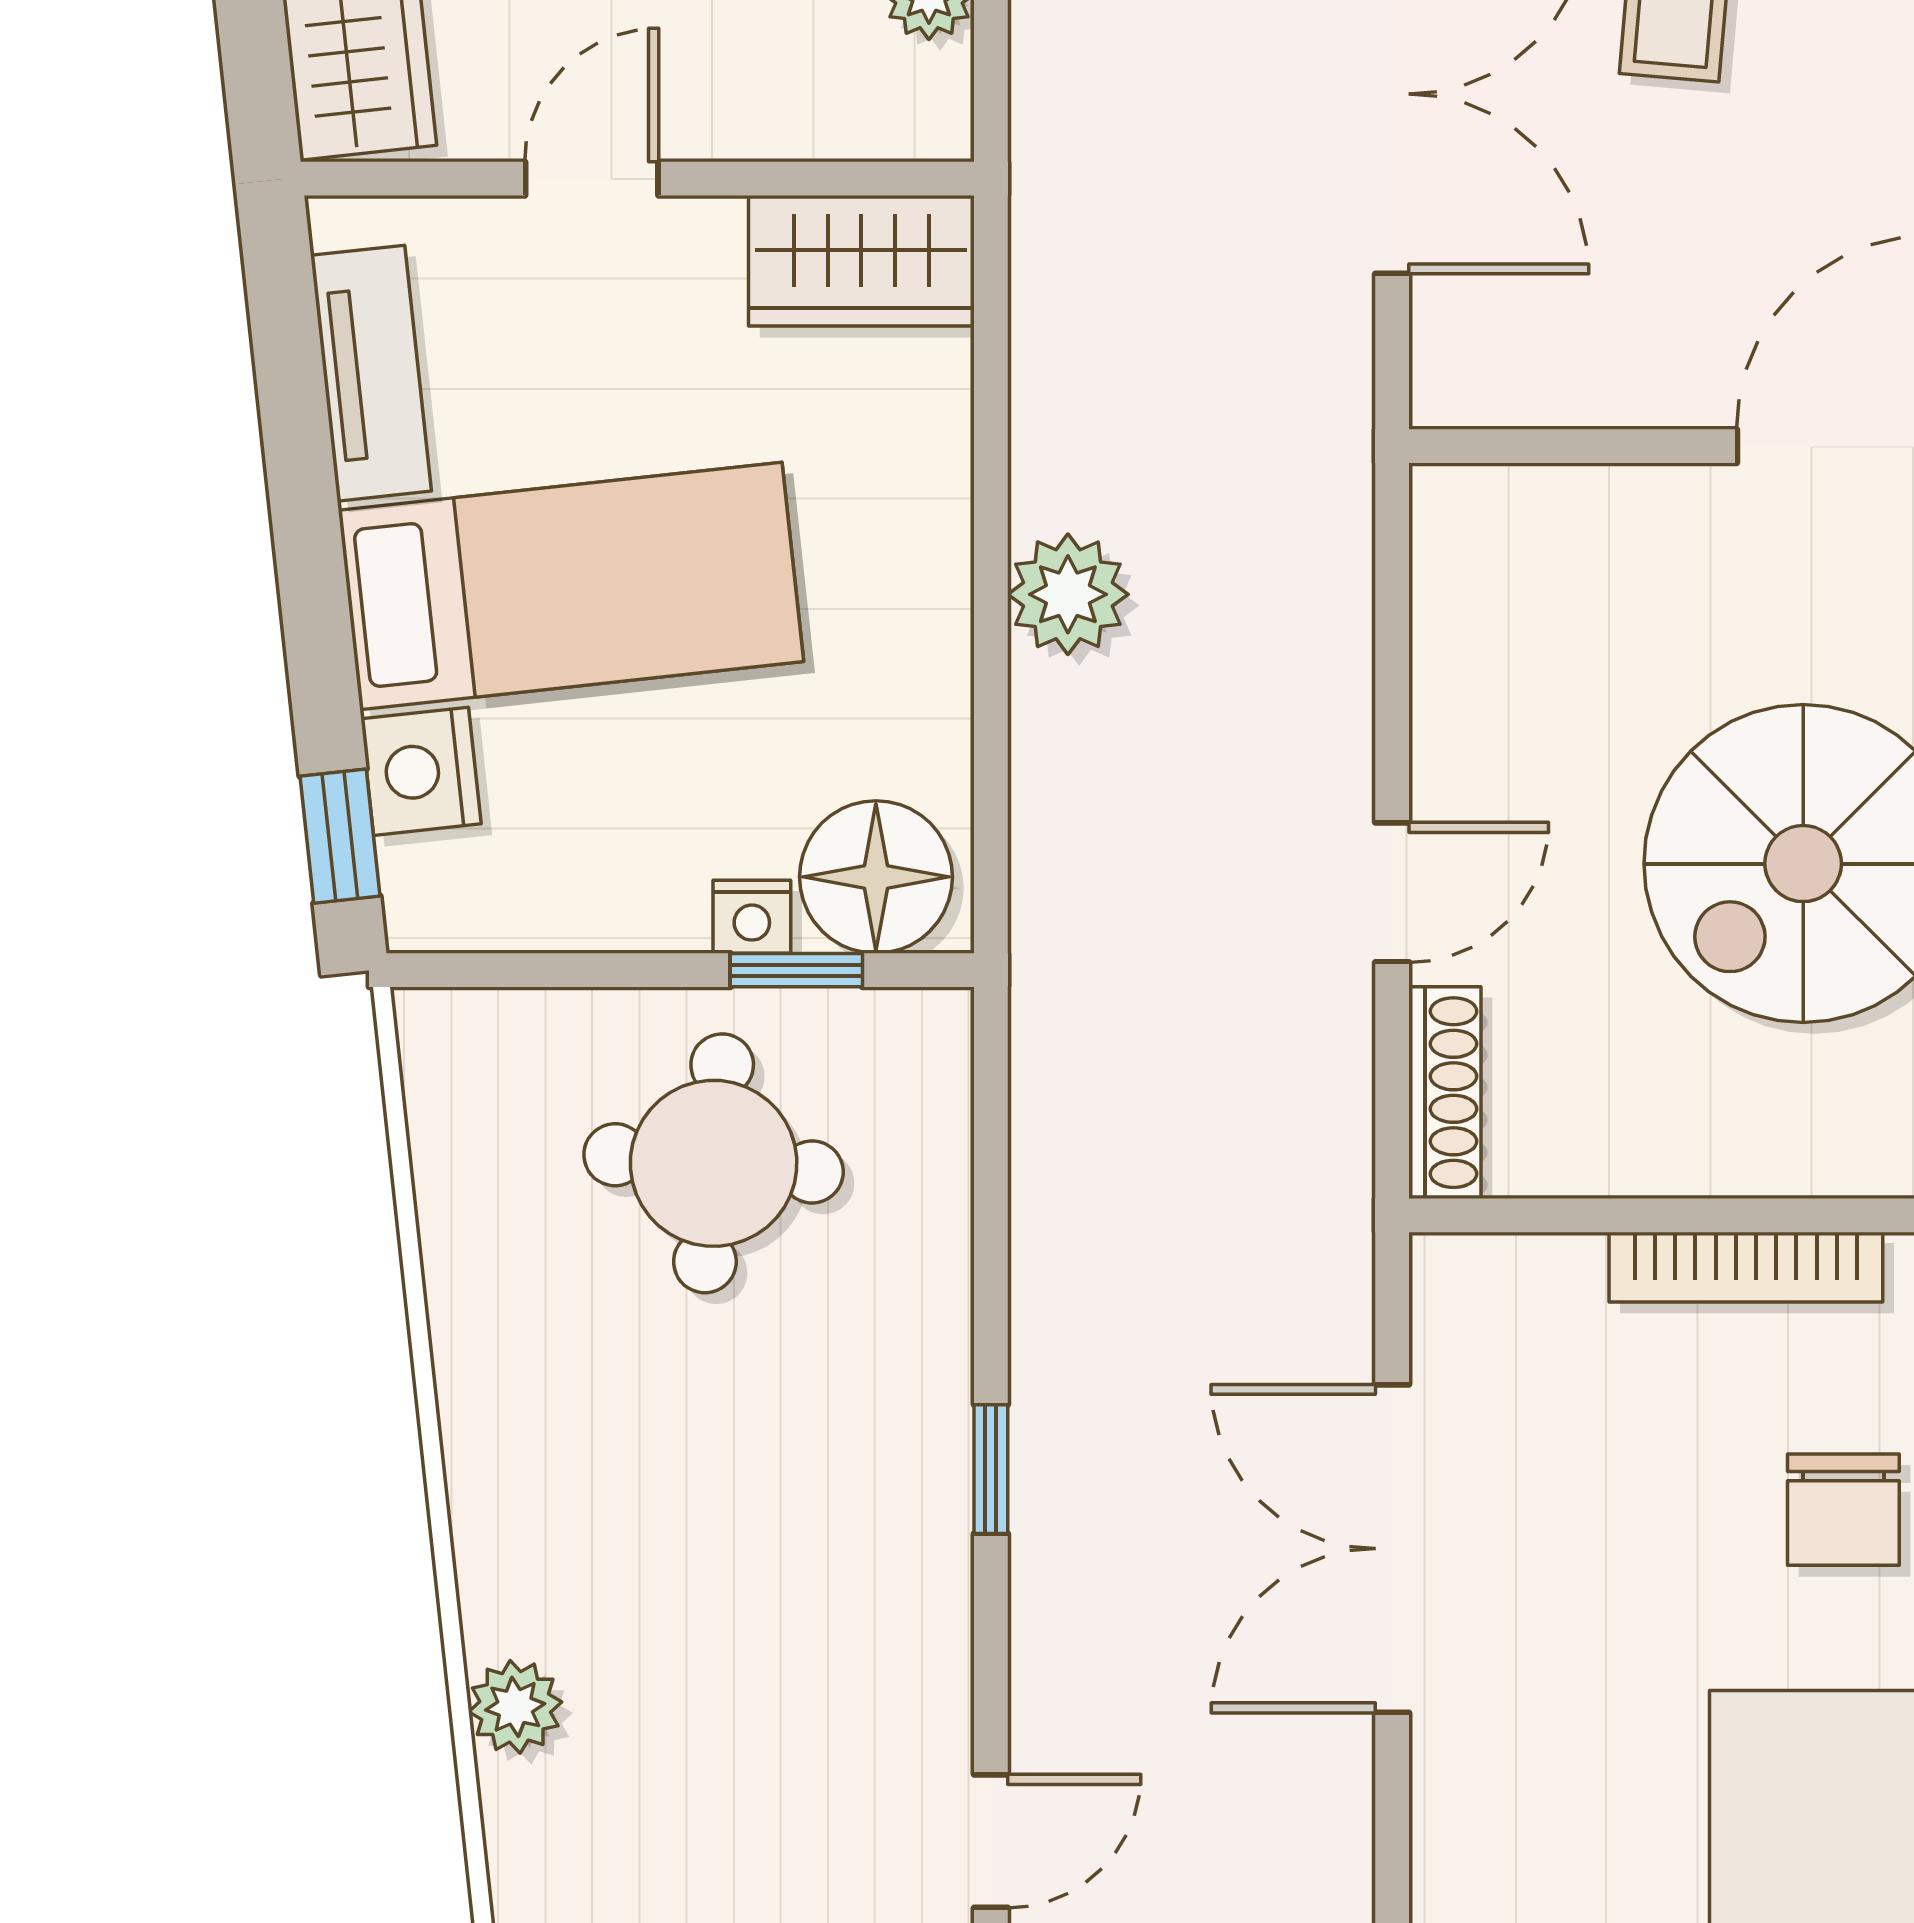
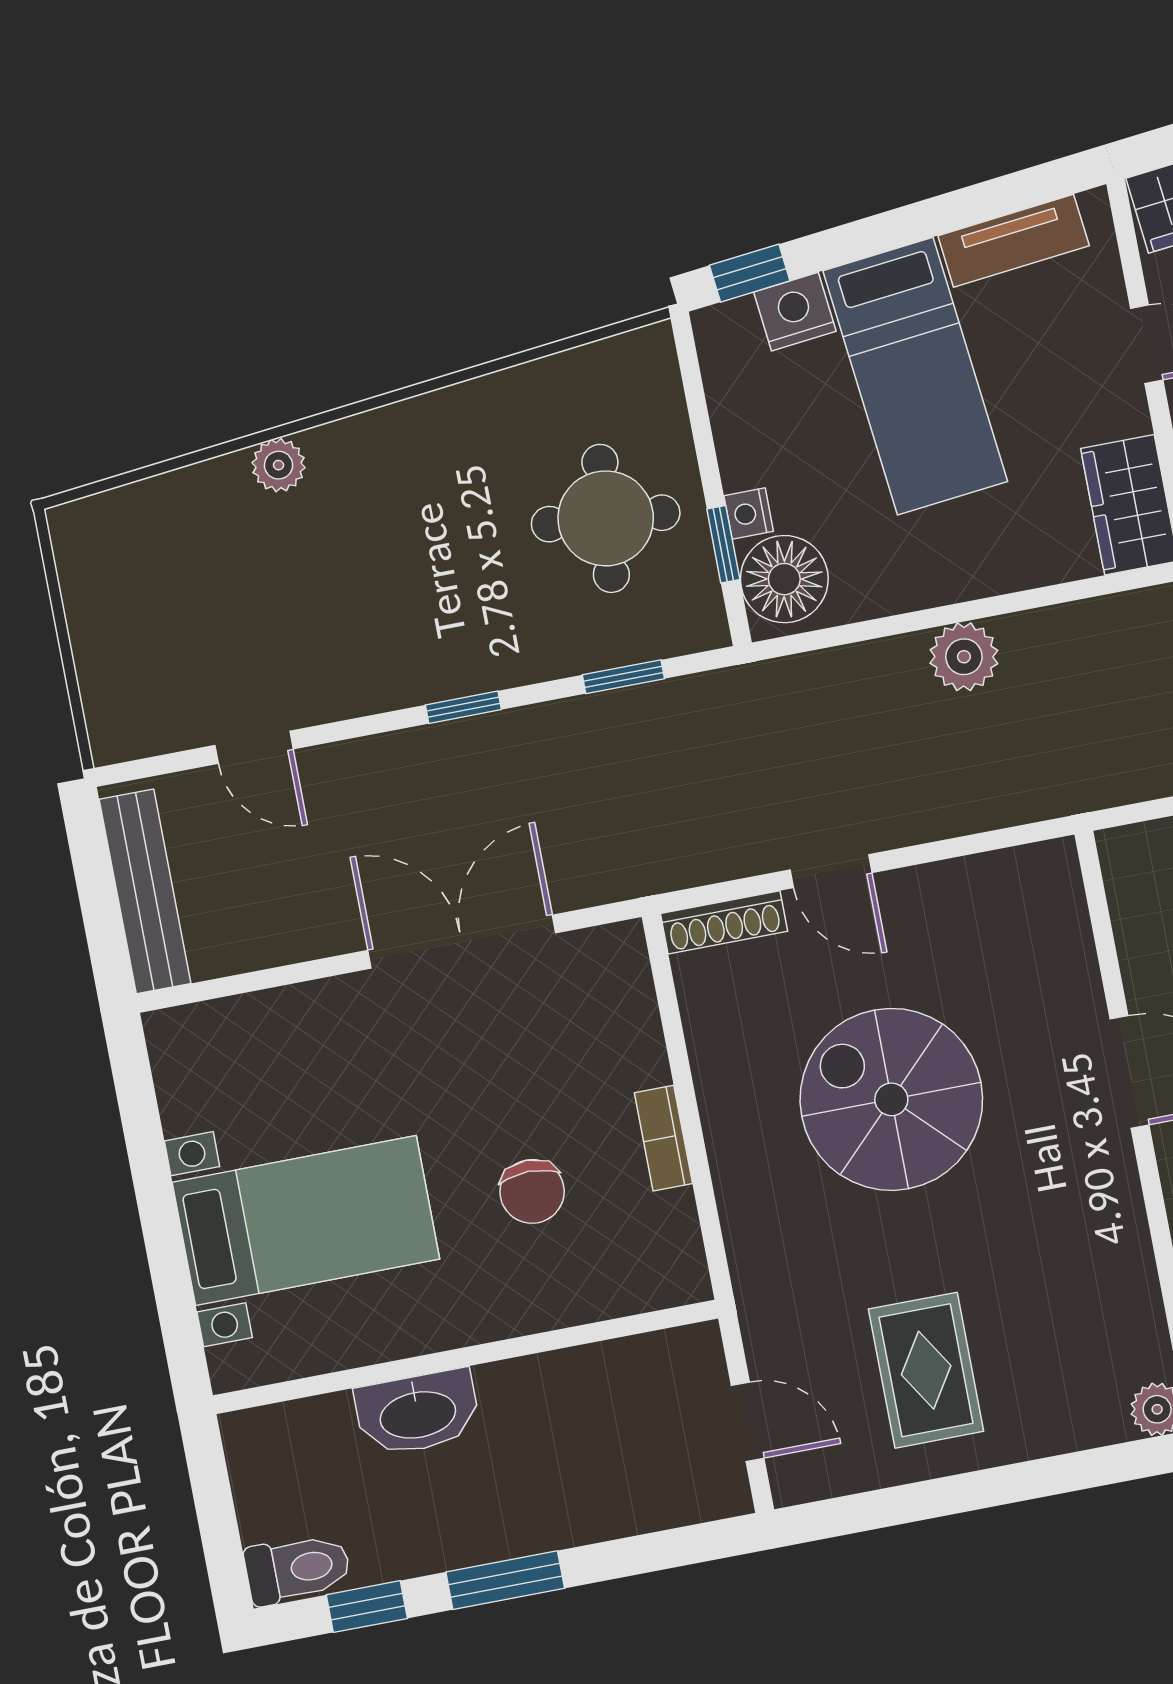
window: (991, 1185) -> (623, 677), added
bookcase: (1746, 1267) -> (663, 1138), width x0.64
chair: (1843, 1510) -> (532, 1191), turned -90

